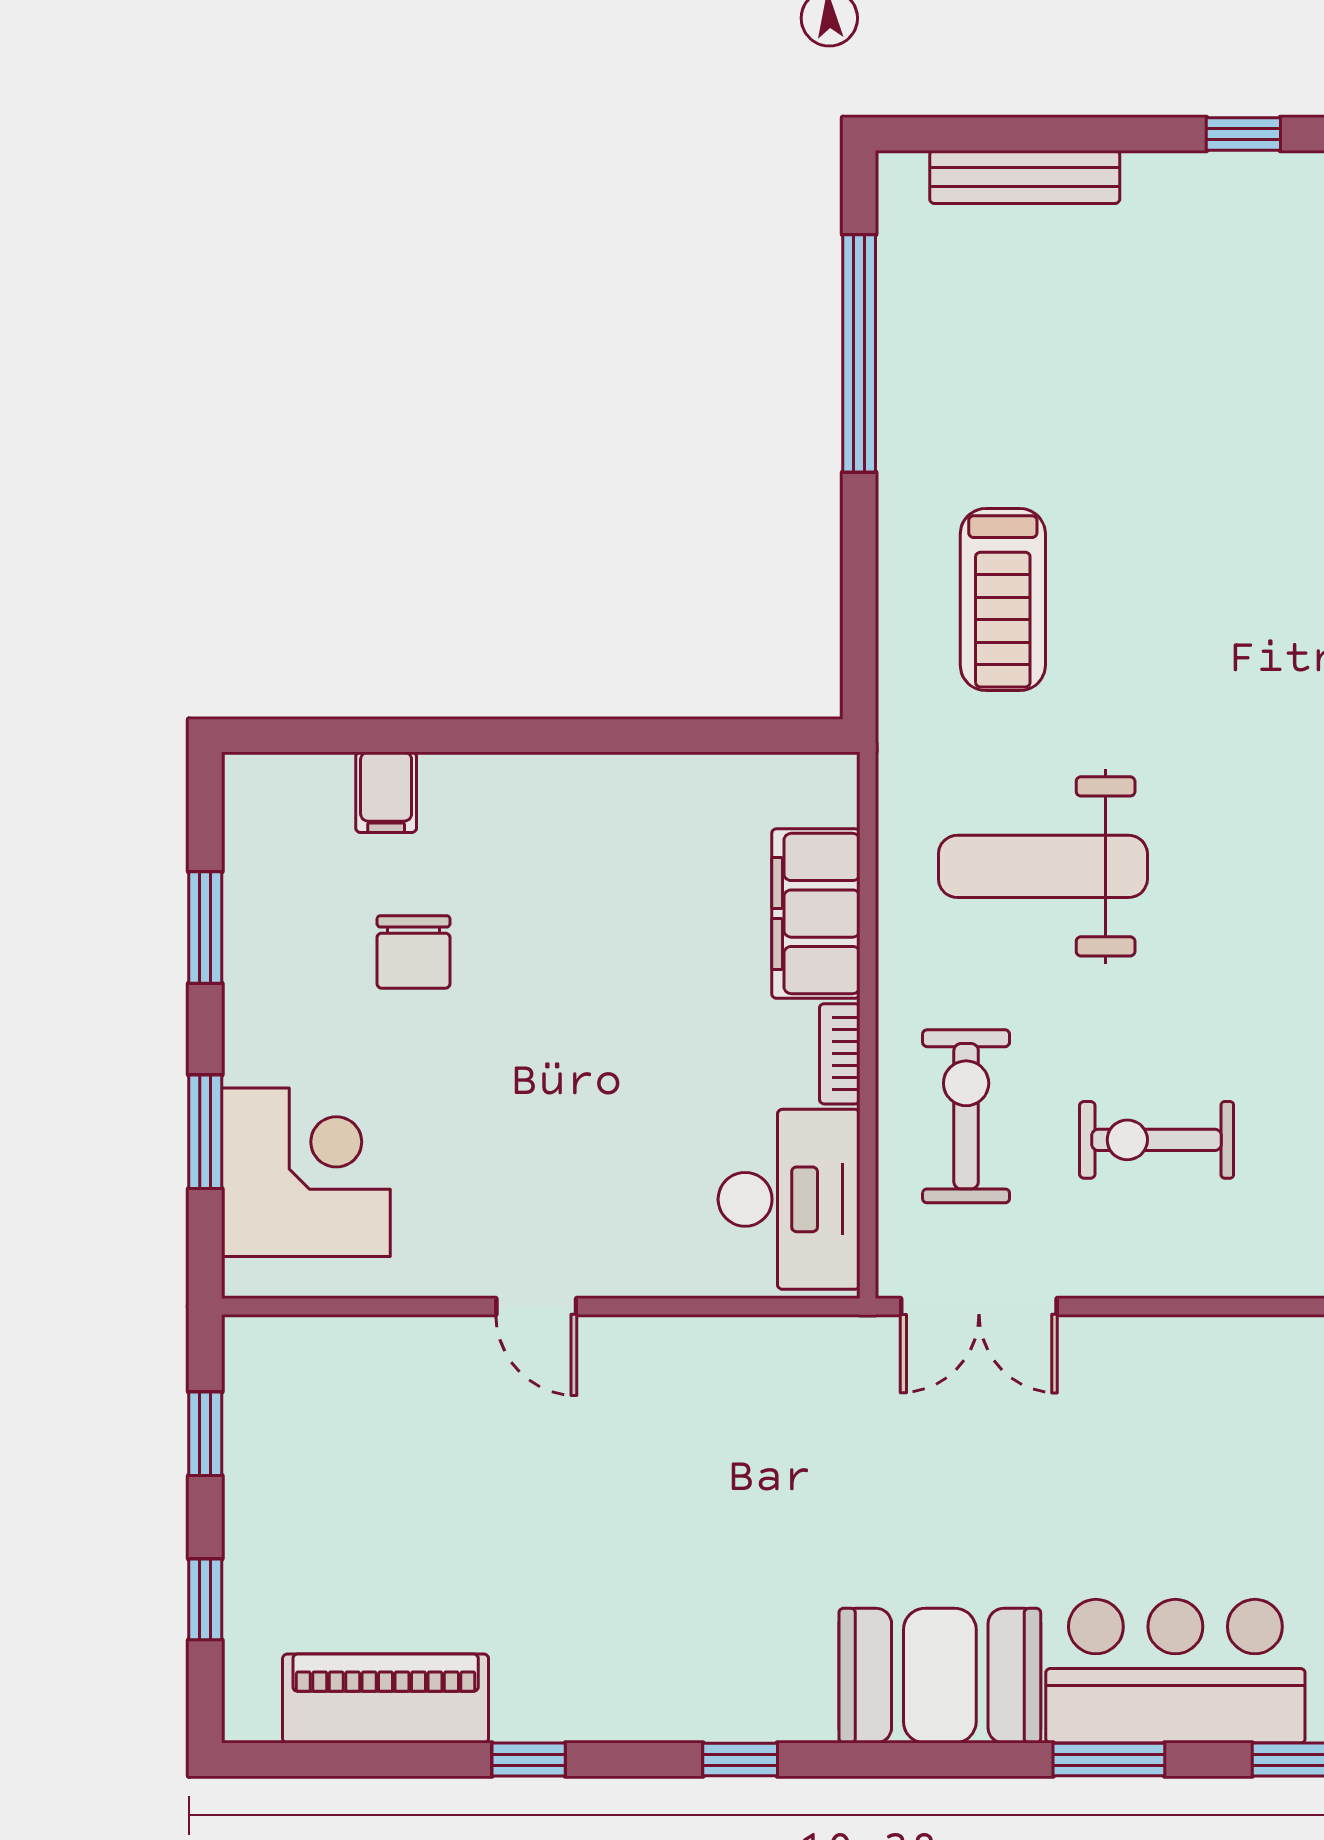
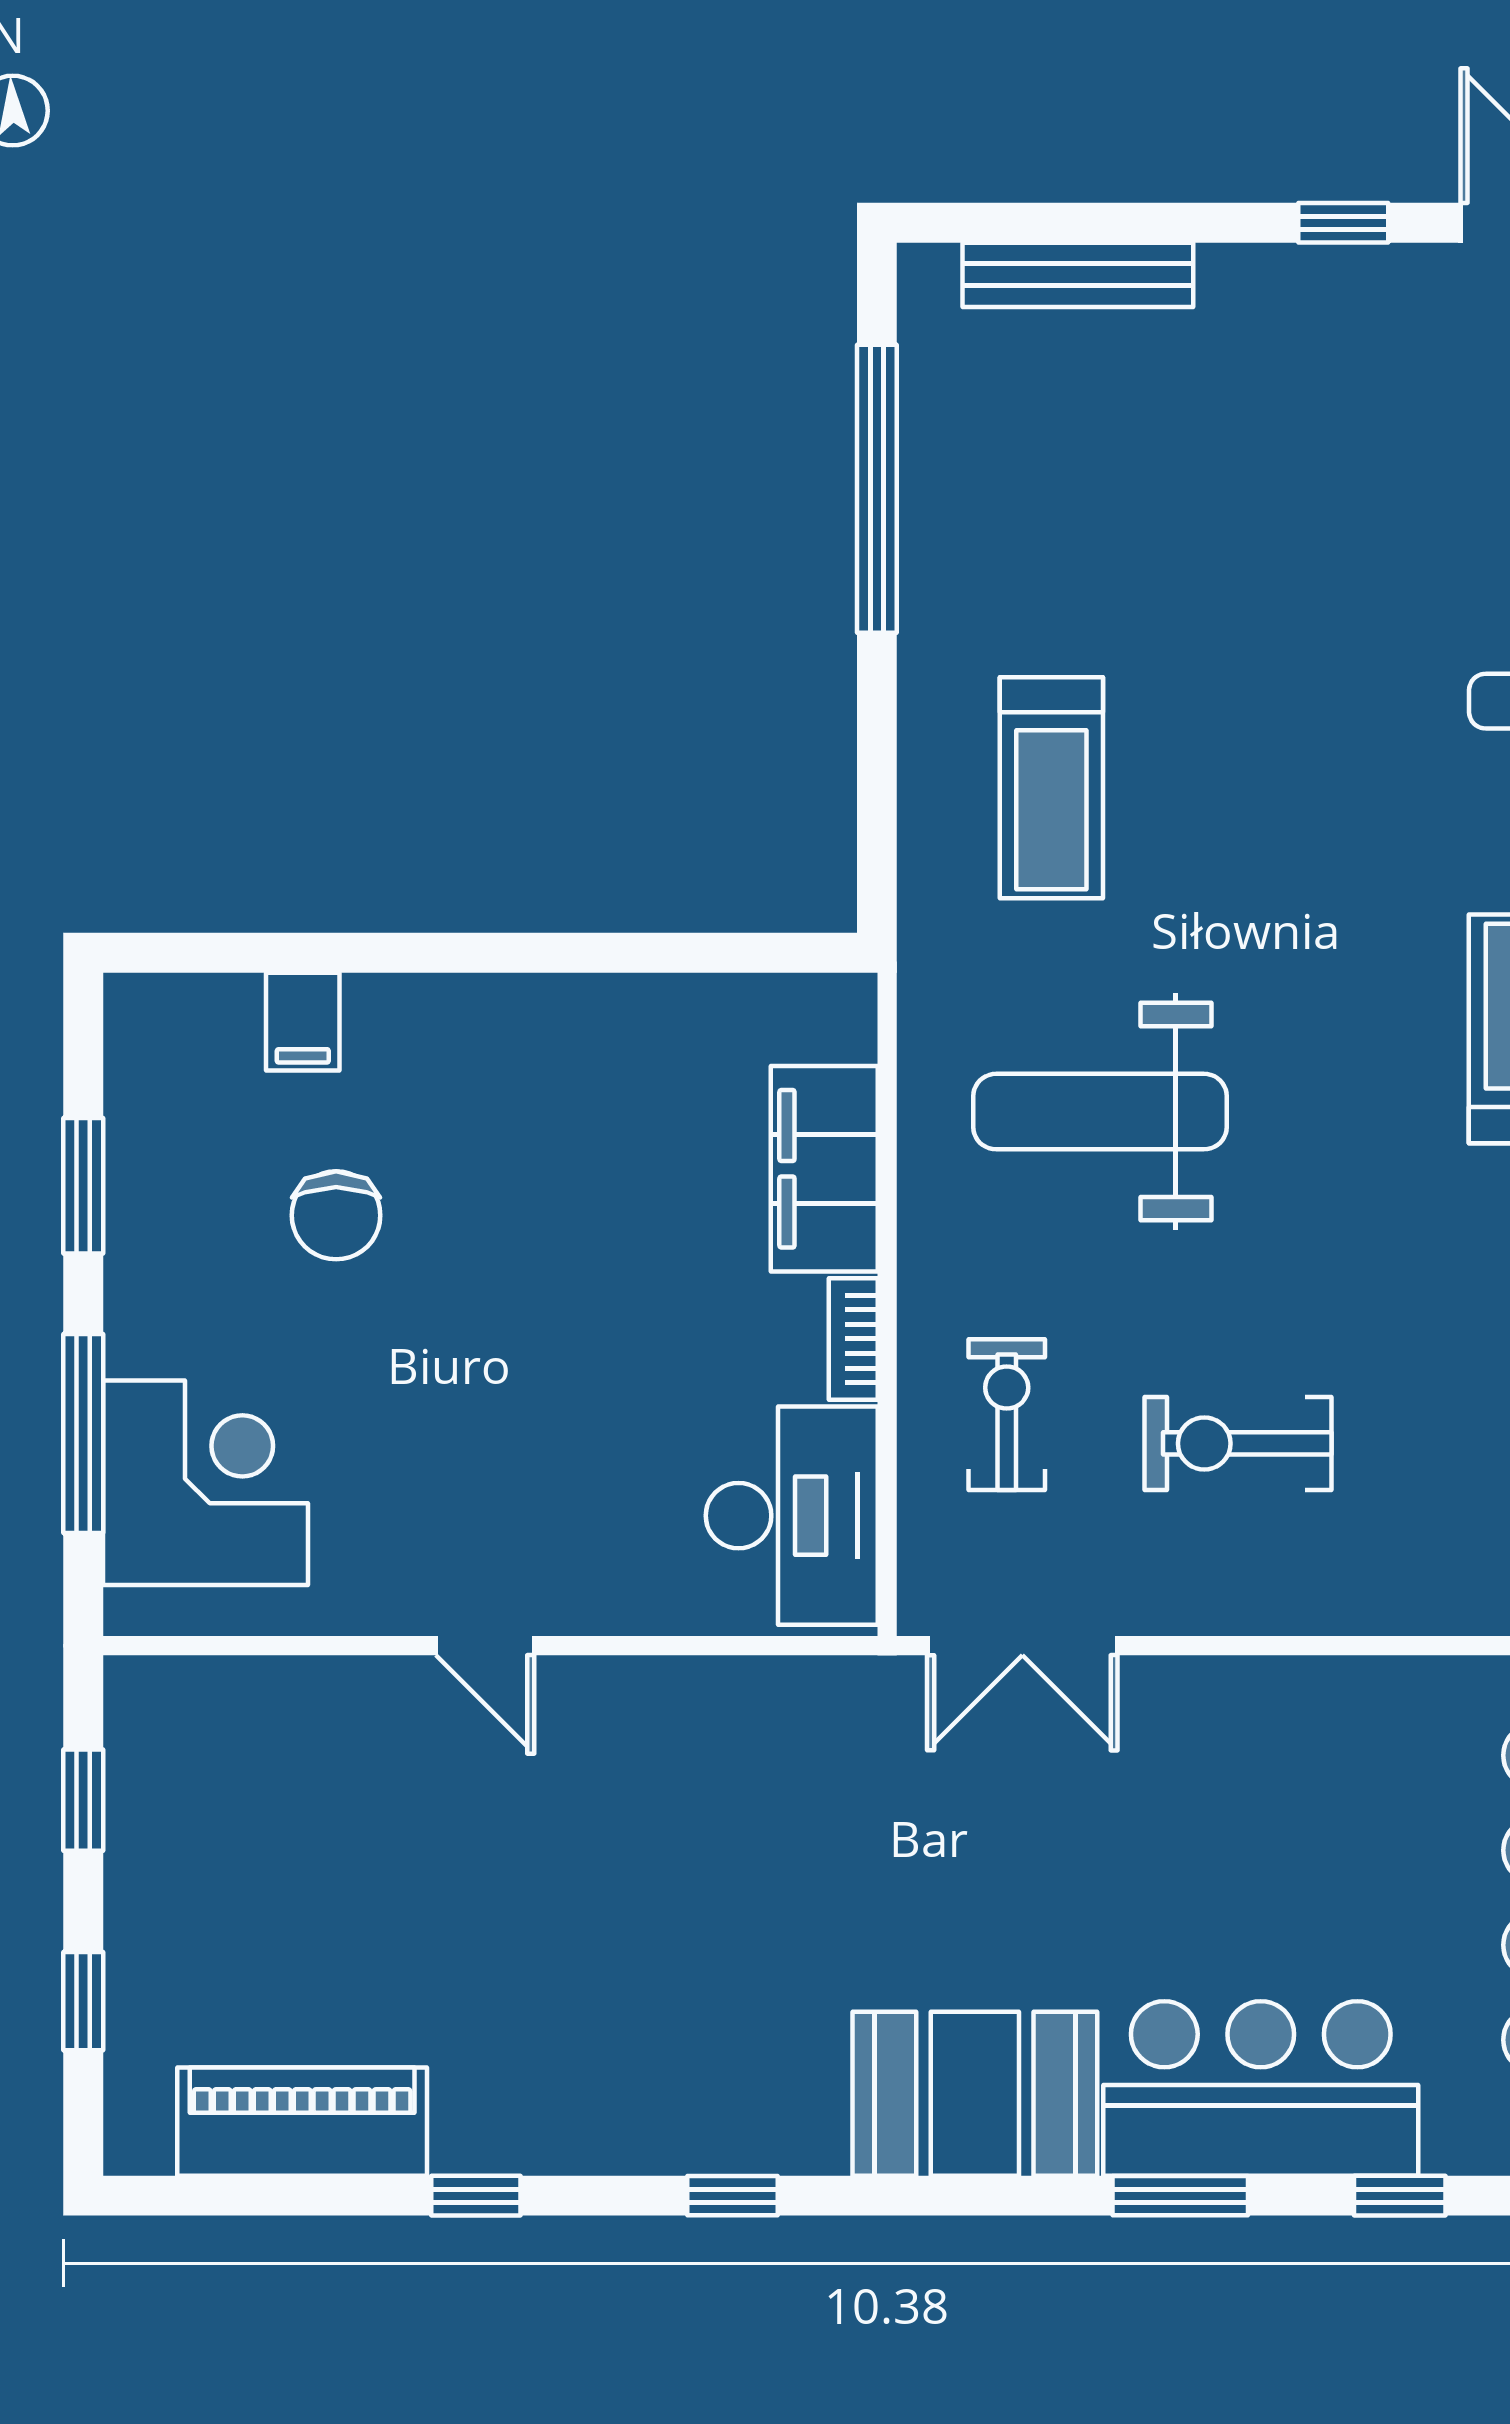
exercise bike: (966, 1116) -> (1007, 1415), width x0.73, depth x0.72
window: (205, 1132) -> (83, 1434), width x1.44

